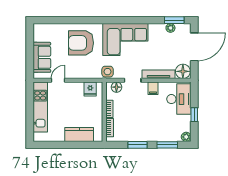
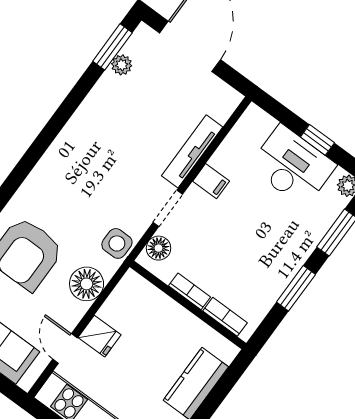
corner sofa: (125, 40) -> (81, 166), removed
floor lamp: (183, 71) -> (87, 284), moved
fridge: (90, 89) -> (99, 336), moved
desk: (179, 99) -> (292, 166), moved

